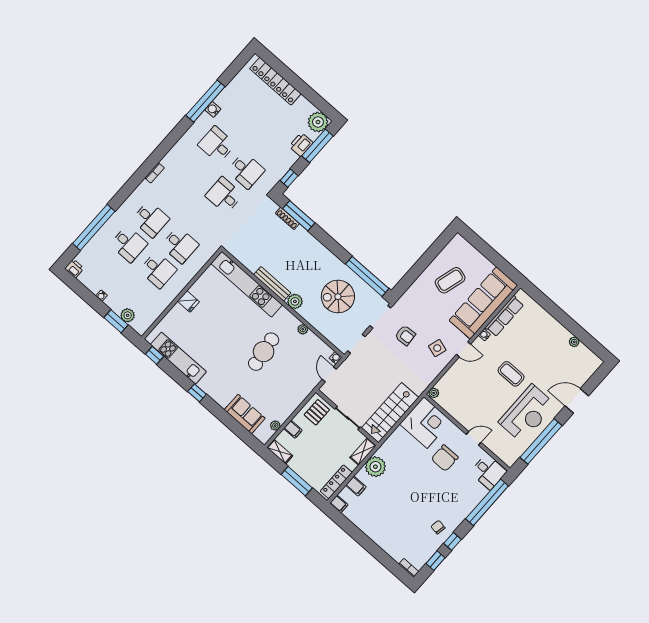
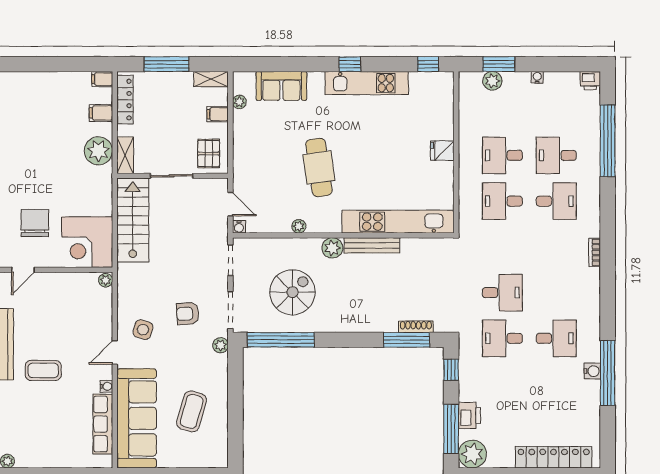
desk: (151, 219) -> (556, 201), turned 180
plant: (403, 302) -> (220, 345), added
kitchen unit: (178, 358) -> (367, 83), moved

